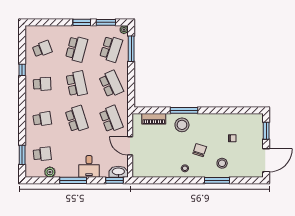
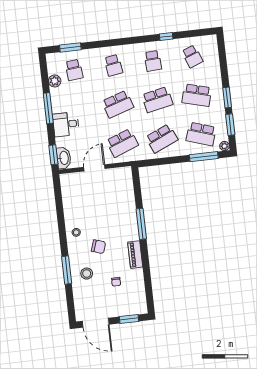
piano: (154, 119) -> (135, 255), moved
stool: (182, 125) -> (125, 223), removed

